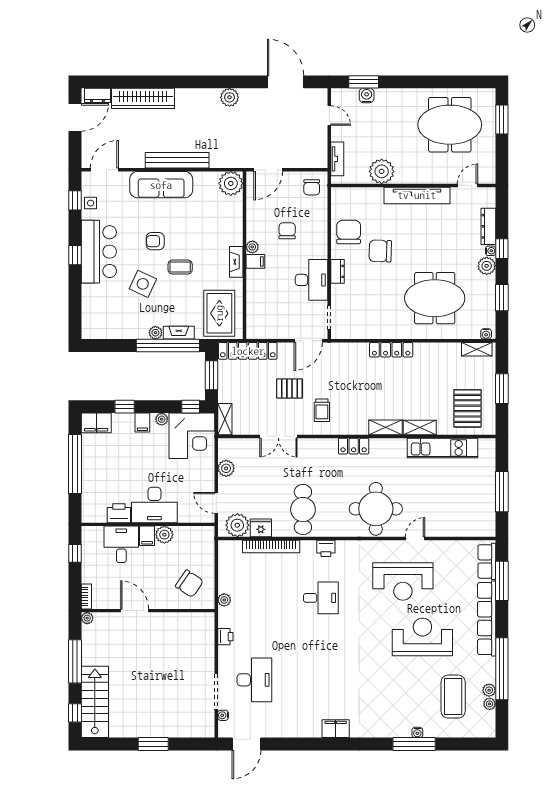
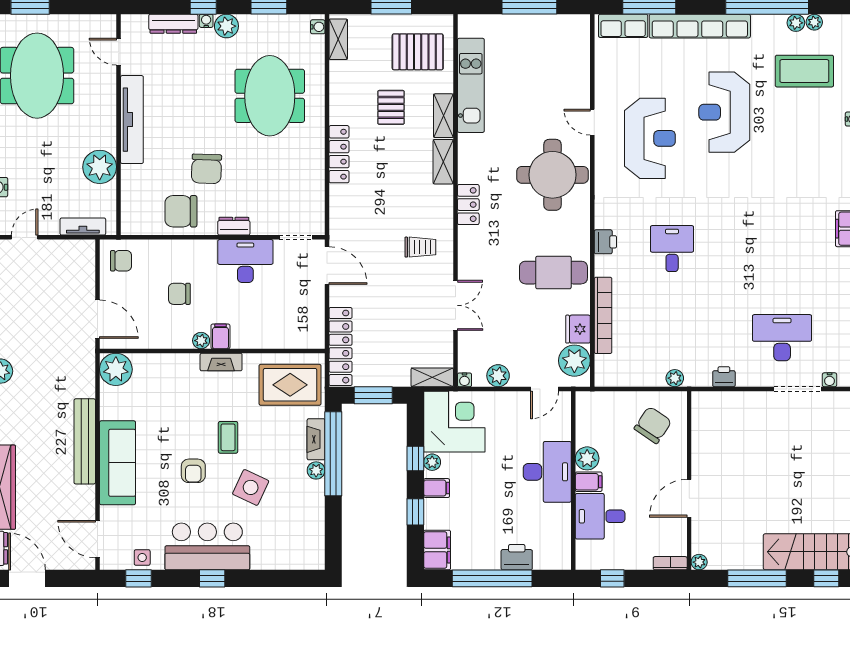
pallet: (289, 389) -> (391, 107), moved
window: (191, 407) -> (415, 459), moved
water cooler: (223, 443) -> (464, 380), added
printer: (119, 513) -> (517, 557), moved, turned 90

